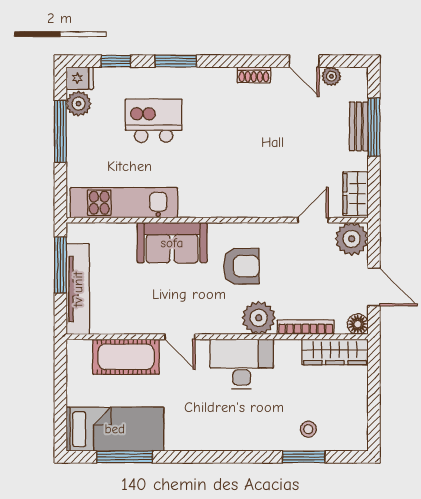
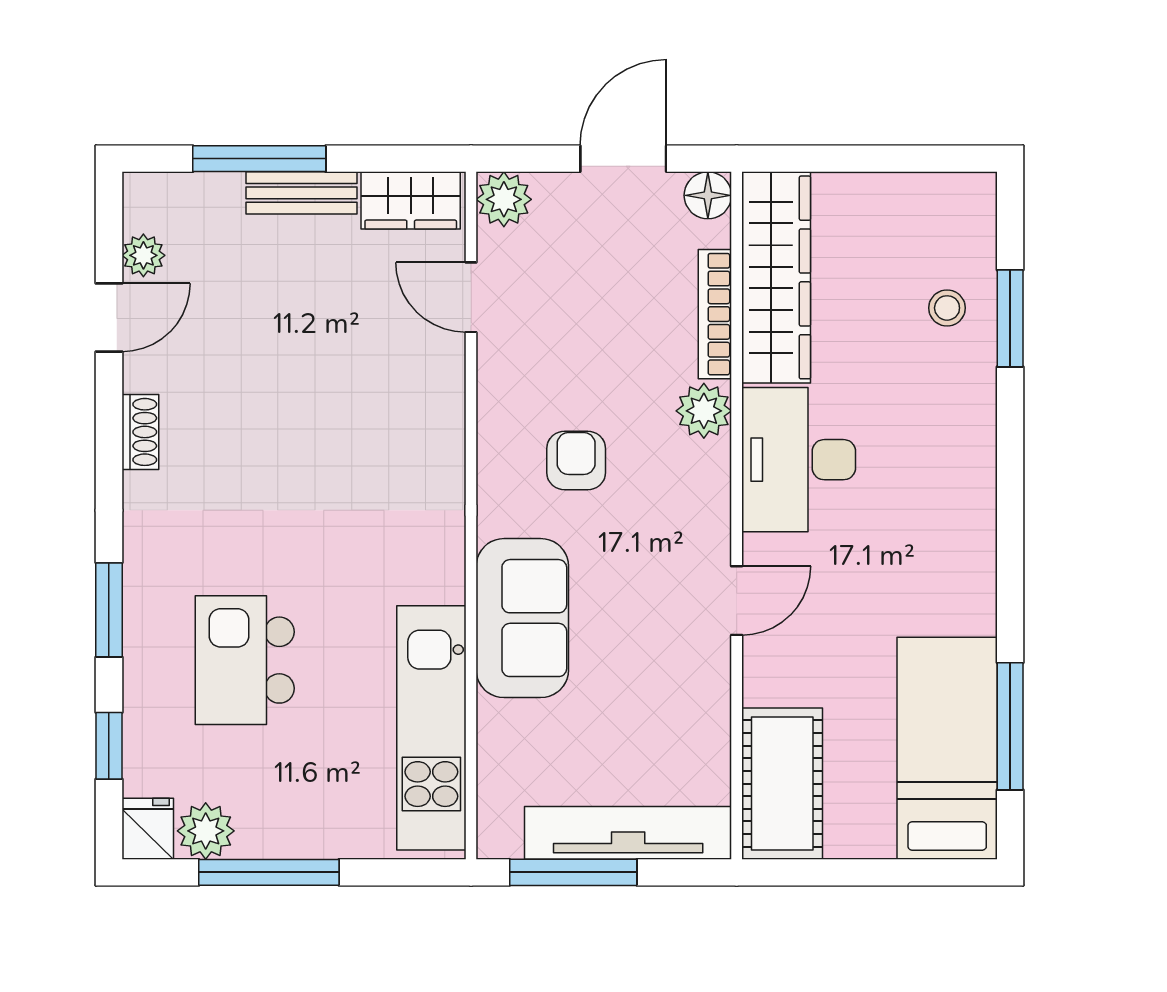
bench: (359, 126) -> (302, 193), moved
plant: (352, 239) -> (504, 199), width x0.73, depth x0.73
armchair: (241, 266) -> (576, 461), width x0.72, depth x0.72
plant: (259, 318) -> (704, 411), width x0.73, depth x0.73
wardrobe: (335, 352) -> (776, 277), width x1.40, depth x1.17
cot: (126, 357) -> (782, 784), moved

